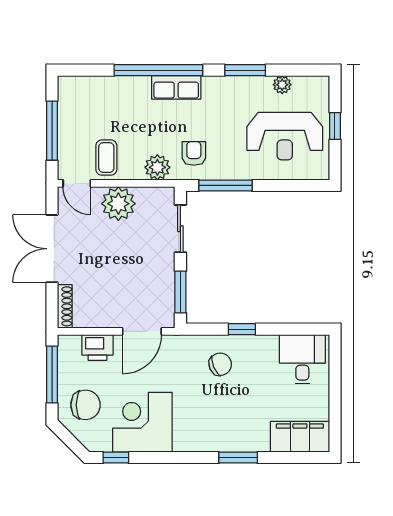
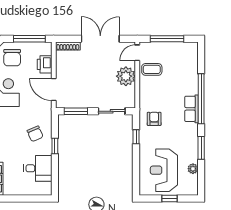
armchair: (194, 153) -> (154, 119), turned -90
plant: (157, 167) -> (146, 98), removed
window: (226, 185) -> (136, 137), width x0.46
desk: (302, 359) -> (38, 168), moved

